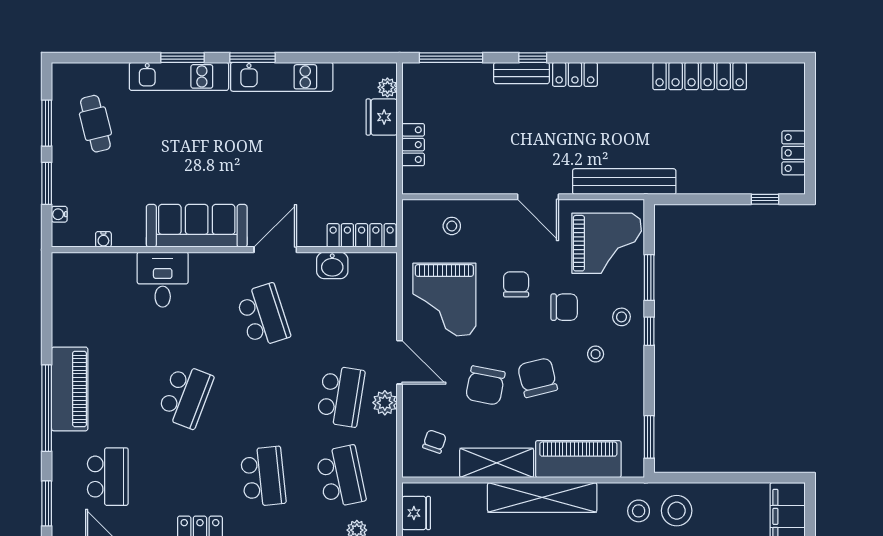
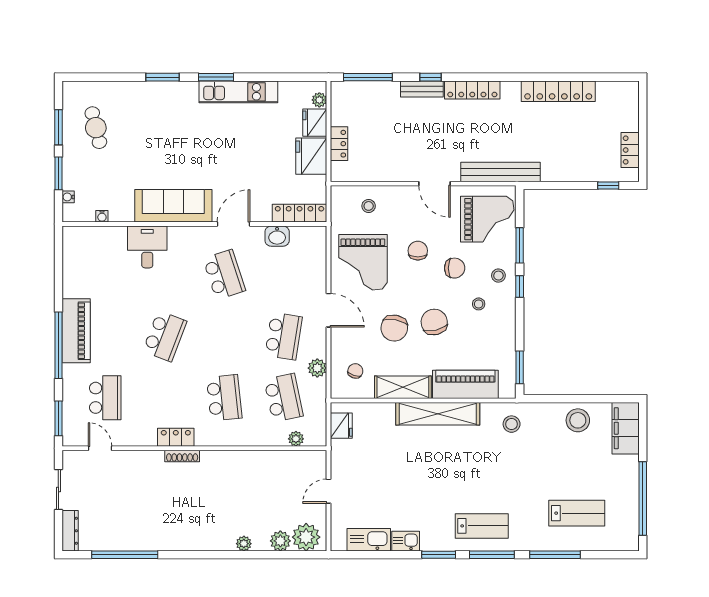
locker: (575, 74) -> (472, 90), width x1.53
kitchen unit: (179, 76) -> (160, 91), removed
fridge: (377, 161) -> (311, 156), added
plant: (385, 403) -> (317, 368), moved
stool: (677, 511) -> (578, 420), moved

